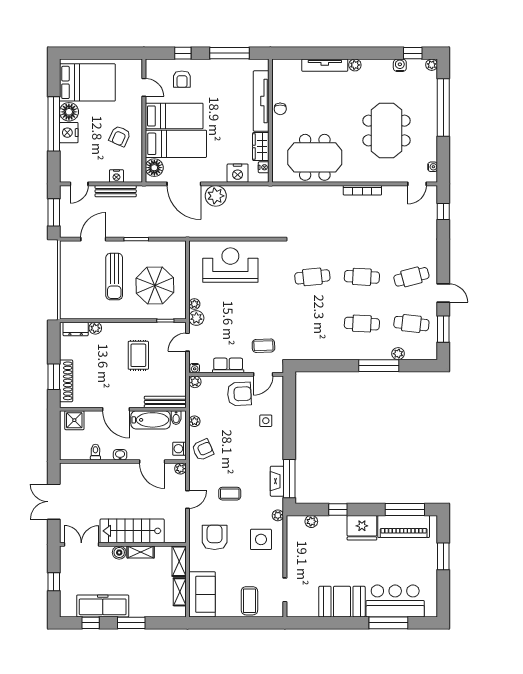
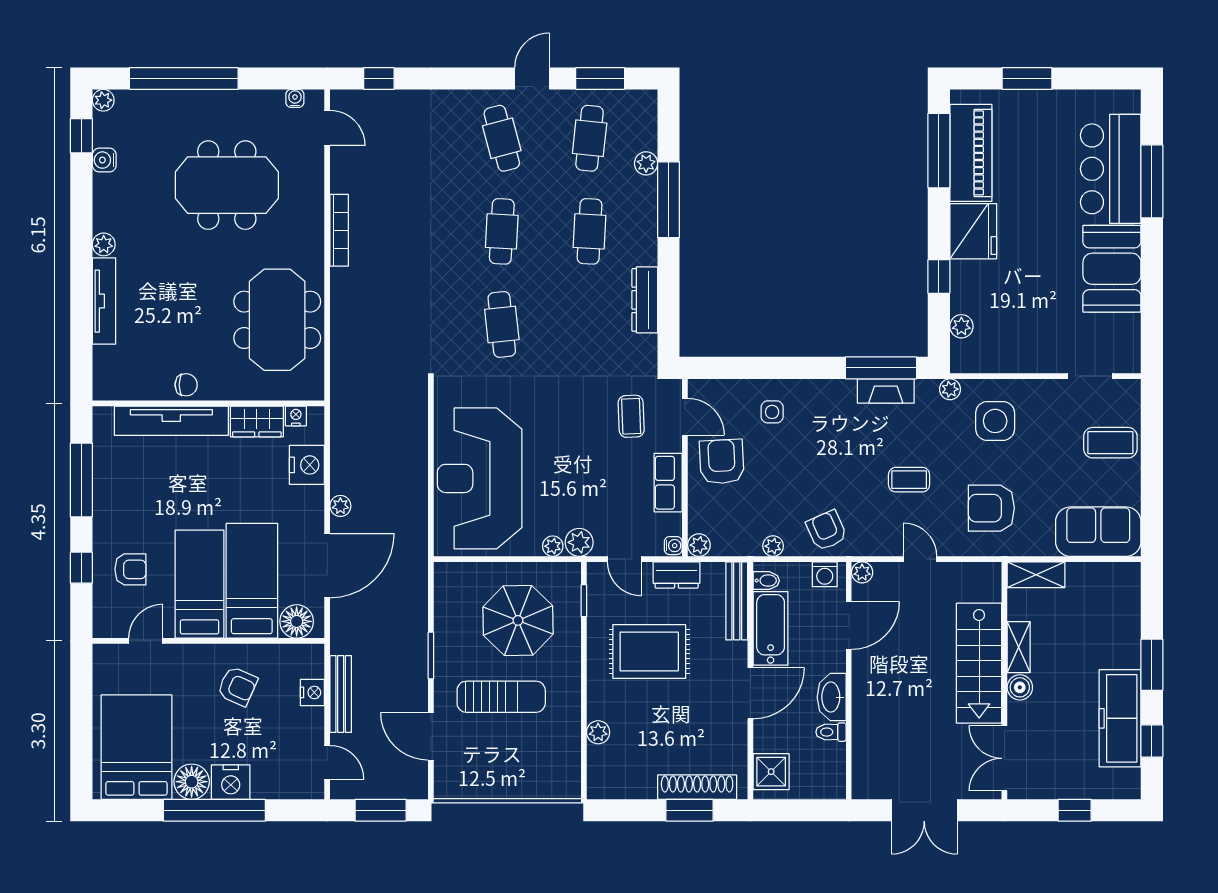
plant: (216, 196) -> (340, 506), width x0.53, depth x0.53
reception desk: (230, 265) -> (480, 478), width x1.36, depth x1.30
dresser: (76, 329) -> (677, 575), moved, turned 90
dresser: (325, 353) -> (645, 300), added
rug: (138, 355) -> (649, 651), width x1.36, depth x1.43
washbasin: (120, 455) -> (832, 697), width x1.91, depth x1.45
coffee table: (230, 494) -> (909, 480), turned 90
shelving: (180, 592) -> (1094, 574), removed

